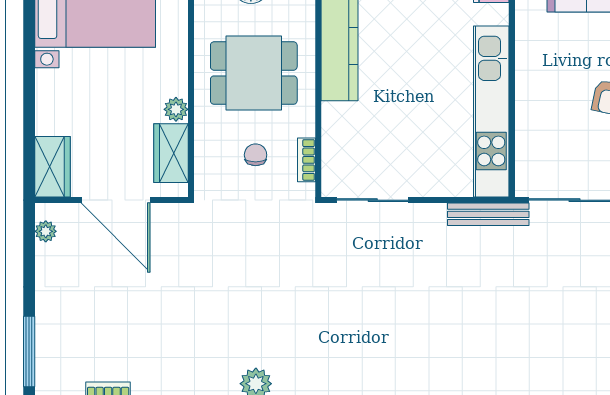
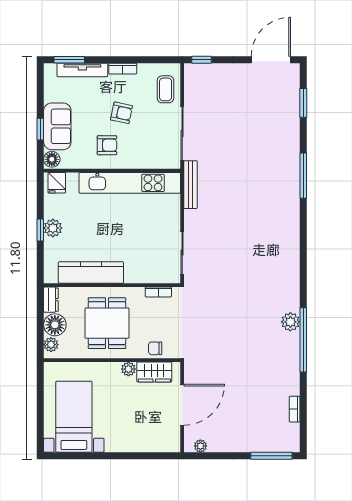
armchair: (555, 73) -> (107, 145), added
chair: (256, 155) -> (155, 348), moved
wardrobe: (52, 167) -> (162, 442), removed

